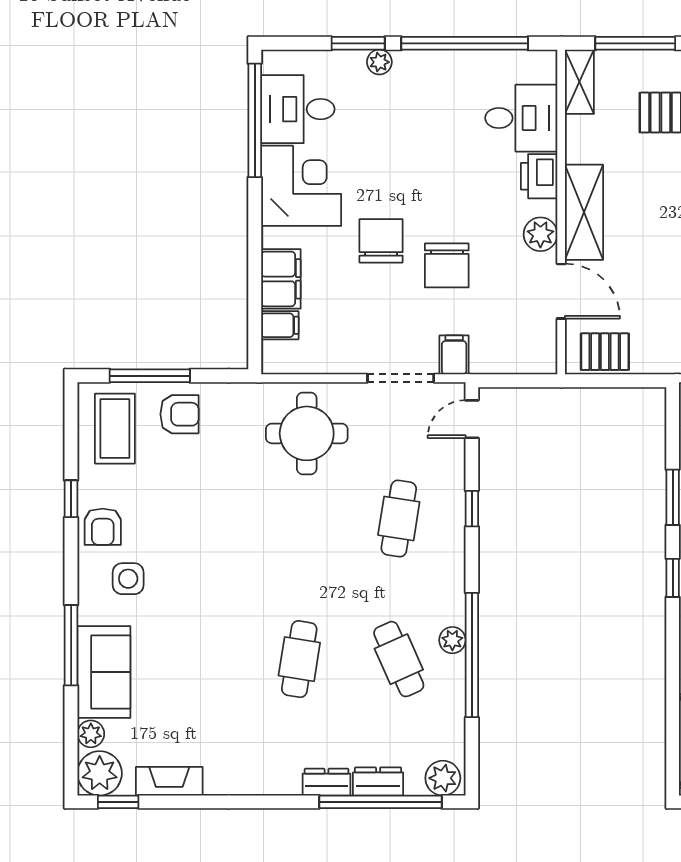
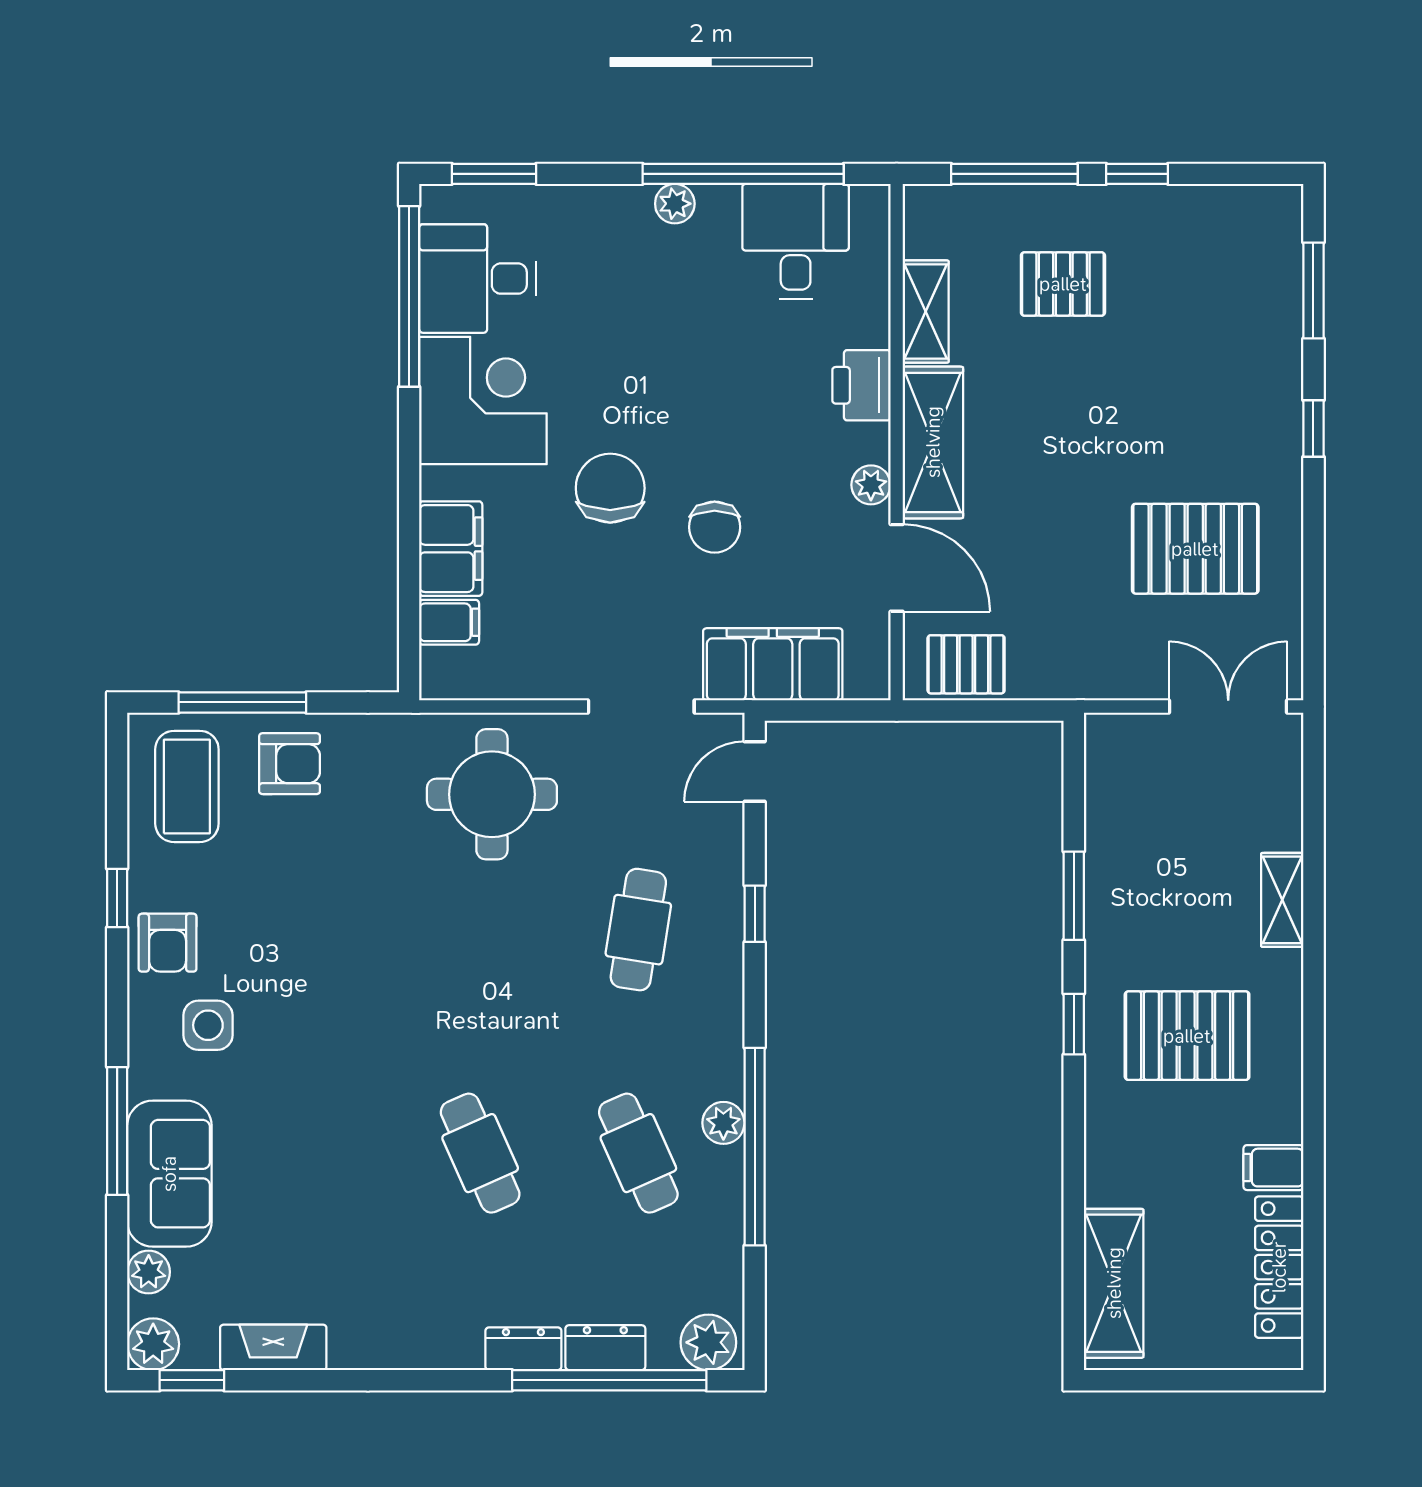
window: (358, 43) -> (494, 174), moved
plant: (379, 62) -> (675, 204), moved
shelving: (579, 82) -> (926, 312), moved
desk: (521, 118) -> (796, 241), moved, turned -90
plant: (540, 234) -> (871, 485), width x0.73, depth x0.73
chair: (447, 265) -> (715, 527), width x0.73, depth x0.73
filing cabinet: (454, 355) -> (773, 664), width x3.00, depth x1.17
cafe table: (299, 659) -> (480, 1153), turned -33
plant: (100, 773) -> (153, 1344), width x0.73, depth x0.73

